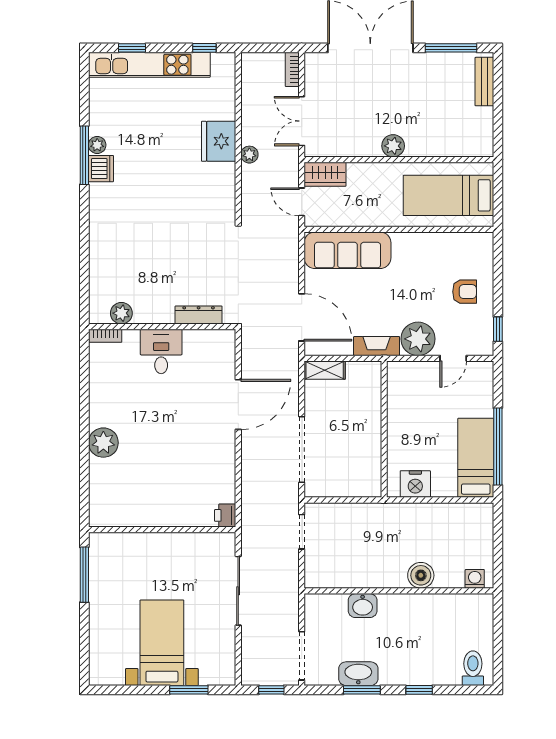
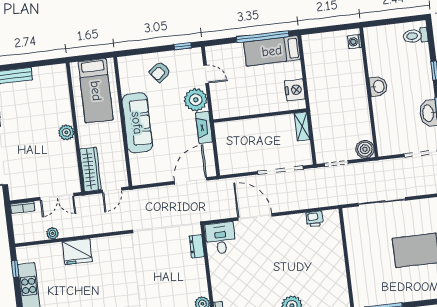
plant: (249, 155) -> (52, 233), moved
wardrobe: (325, 174) -> (90, 169), width x1.50
sofa: (348, 250) -> (137, 123), moved
armchair: (465, 292) -> (160, 72), turned -127
dresser: (199, 315) -> (197, 246), width x0.70
desk: (161, 351) -> (221, 238), moved, turned 90
shelving: (325, 370) -> (302, 126), moved
printer: (225, 515) -> (314, 219), moved
boiler: (421, 575) -> (365, 149), moved
washbasin: (363, 606) -> (378, 86), moved

